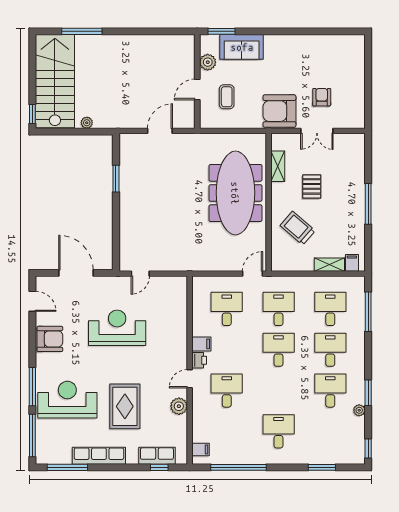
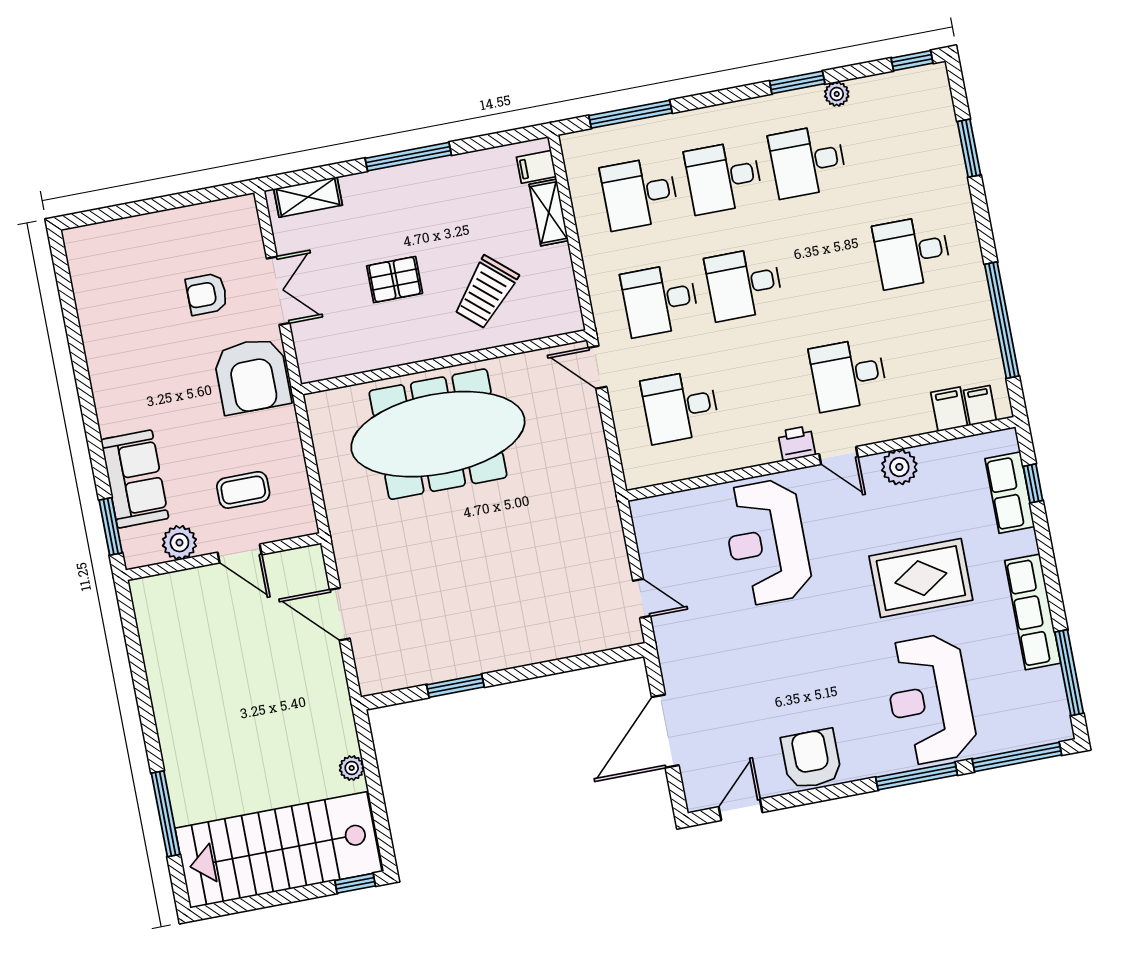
shelving: (278, 166) -> (308, 197), moved
reception desk: (117, 328) -> (767, 542), moved
filing cabinet: (201, 344) -> (949, 409), moved

